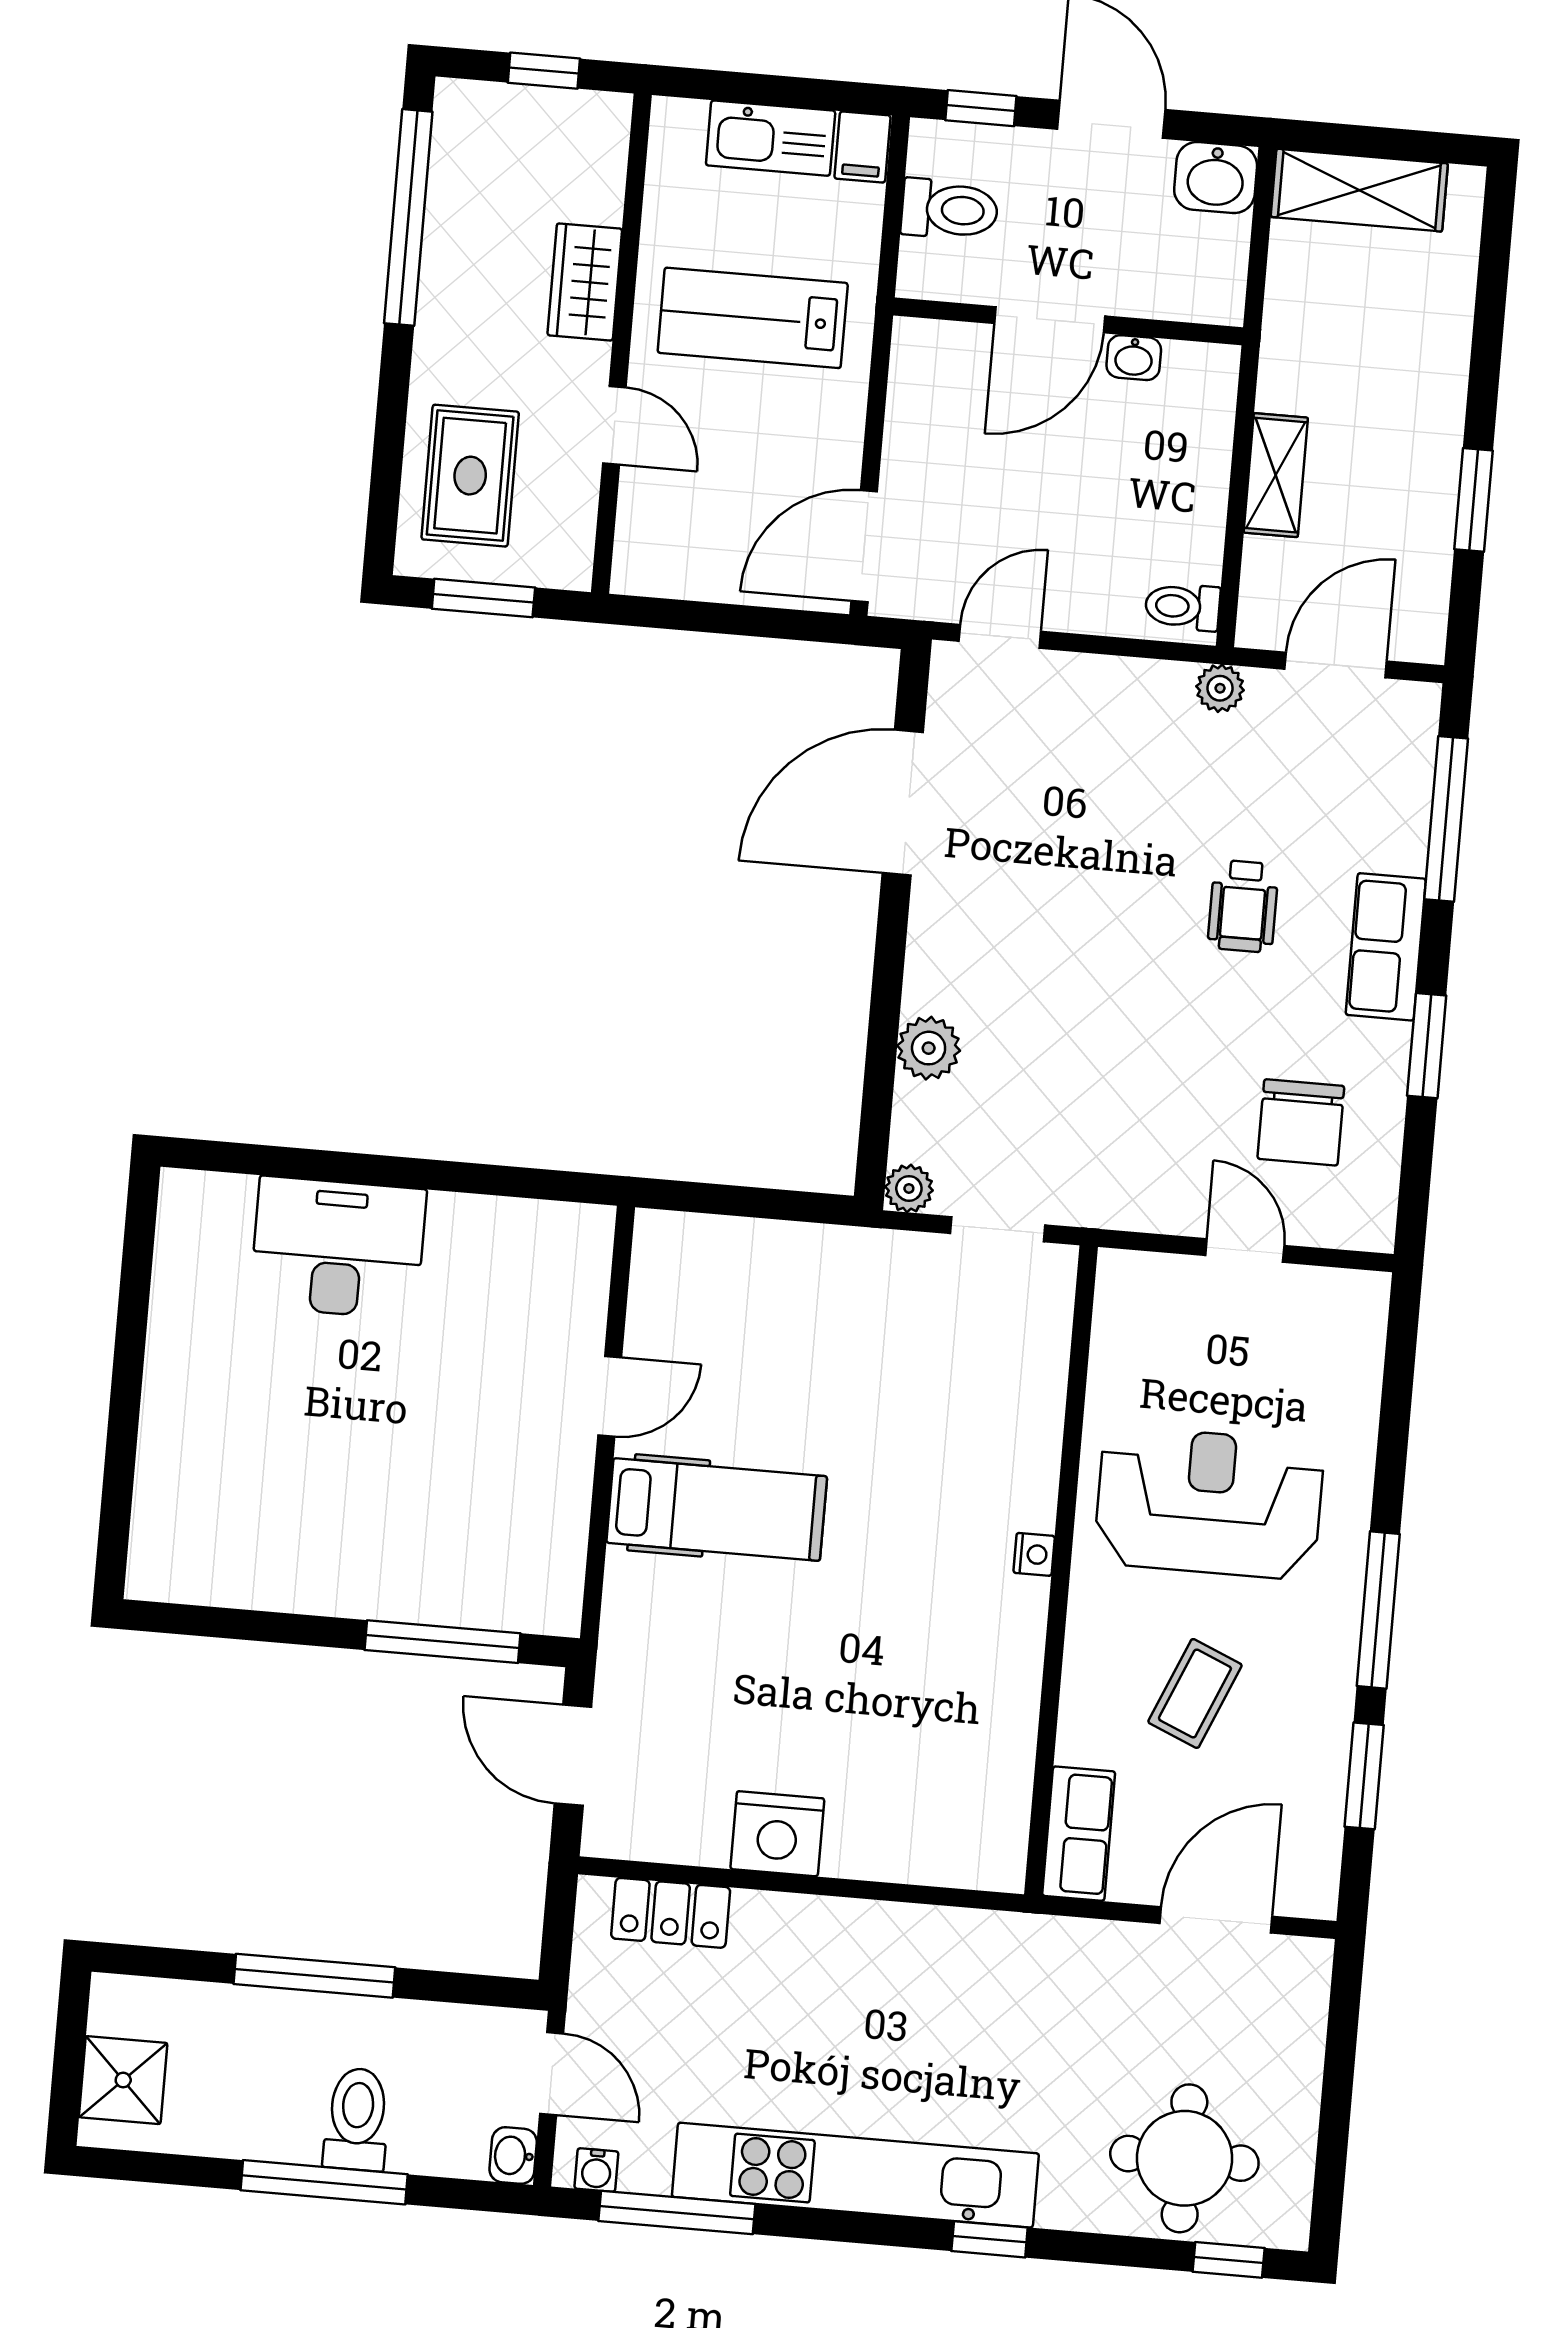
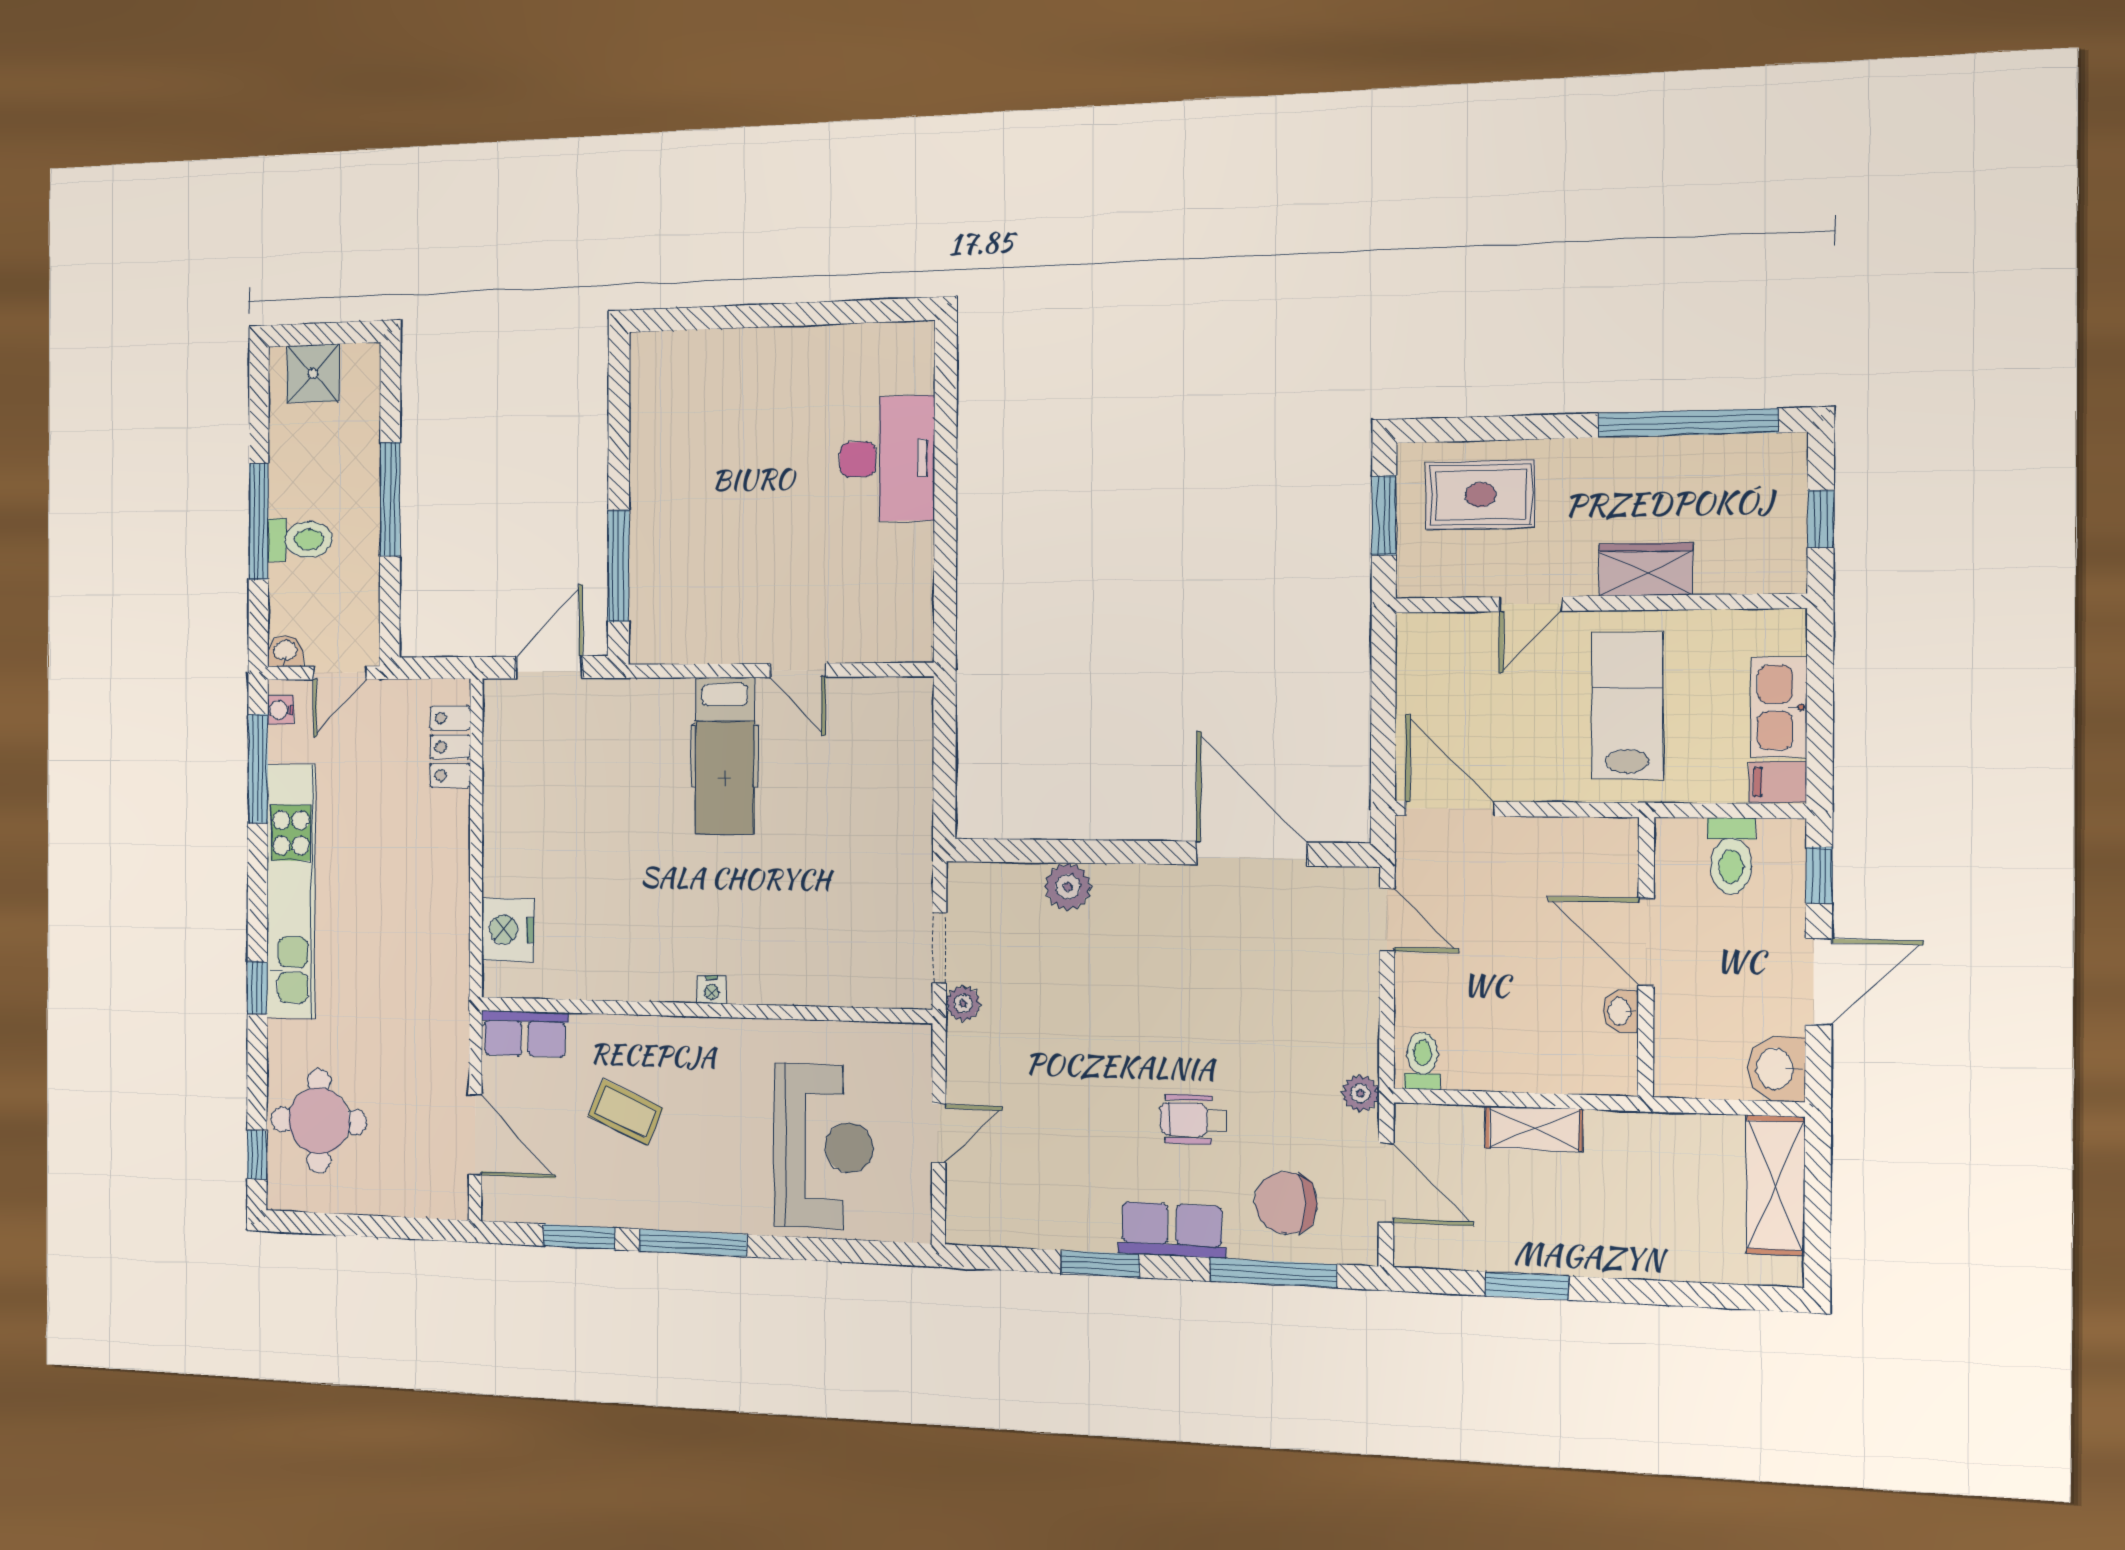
chair: (1301, 1122) -> (1286, 1203), moved
plant: (909, 1188) -> (963, 1003), moved
reception desk: (1209, 1503) -> (823, 1147), moved
nightstand: (777, 1834) -> (508, 930), moved

